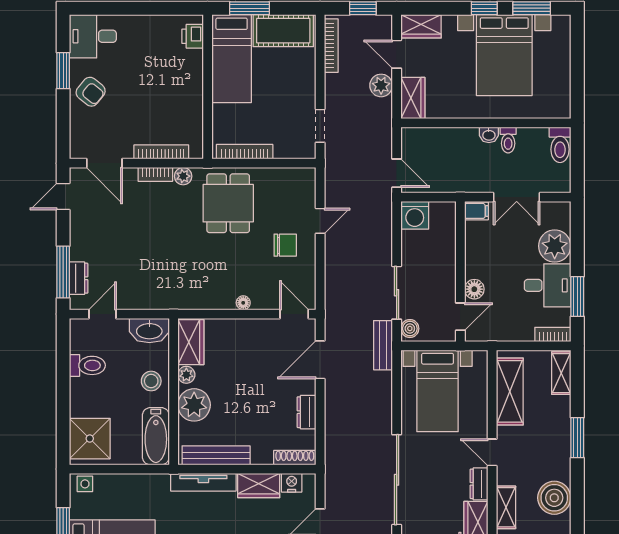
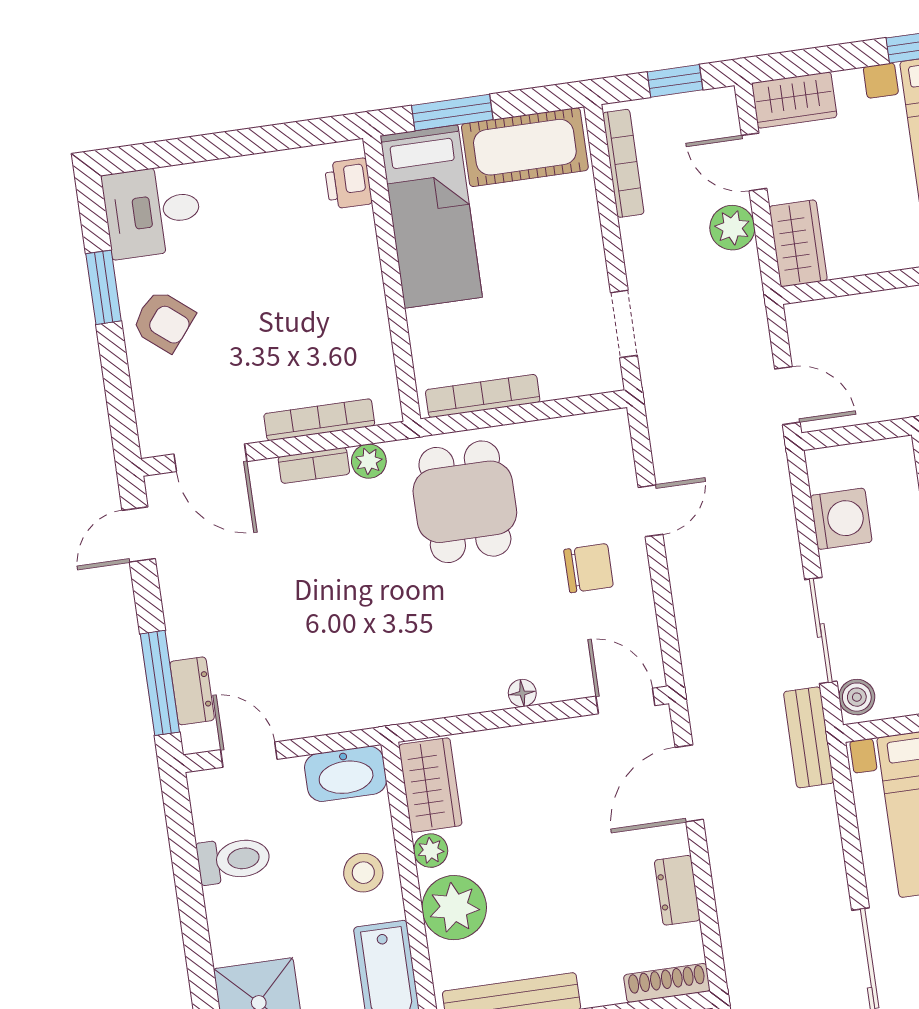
washing machine: (415, 215) -> (841, 519), moved, turned -90
door: (102, 314) -> (249, 755), hinge flipped

